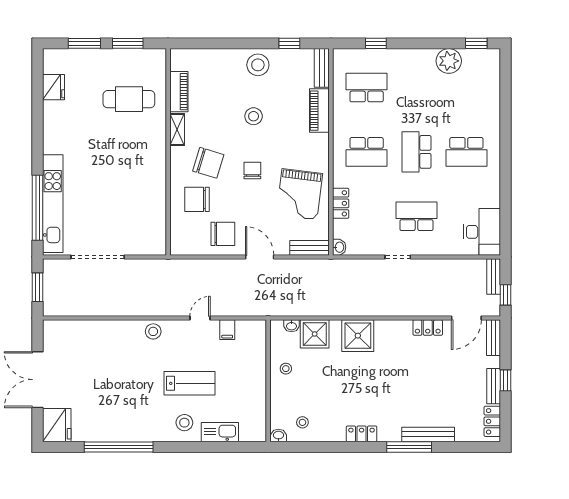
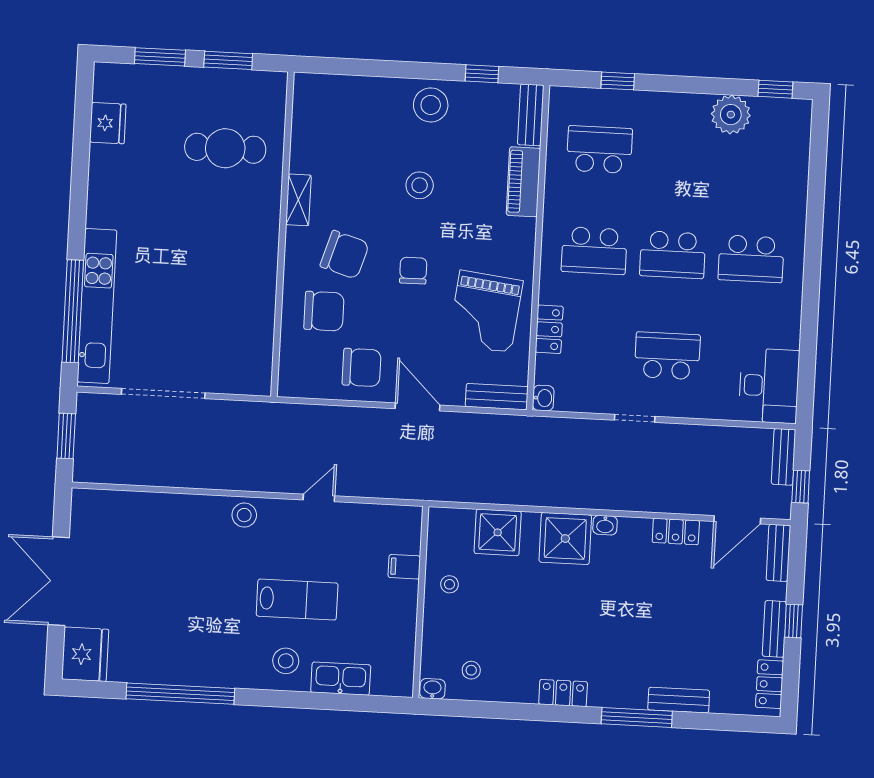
piano: (179, 92) -> (304, 141), removed
school desk: (416, 152) -> (673, 255), turned -90
chair: (197, 199) -> (324, 311), turned 180
washbasin: (292, 326) -> (605, 525), moved
filing cabinet: (227, 330) -> (404, 567), moved, turned 90
bench: (428, 434) -> (679, 700), width x0.73

